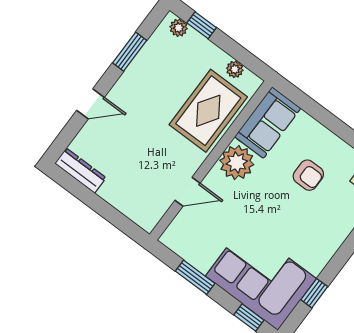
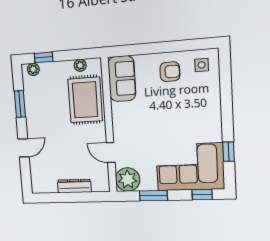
plant: (237, 162) -> (128, 179), moved
dresser: (80, 171) -> (74, 186), moved
armchair: (308, 175) -> (170, 72), moved
door: (188, 192) -> (111, 153), swing flipped

